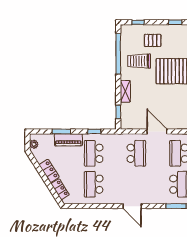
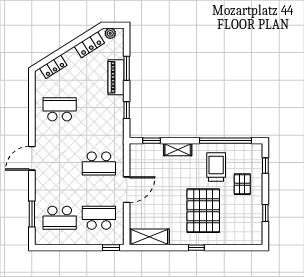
school desk: (94, 153) -> (99, 109), removed
locker: (49, 171) -> (89, 45), moved

